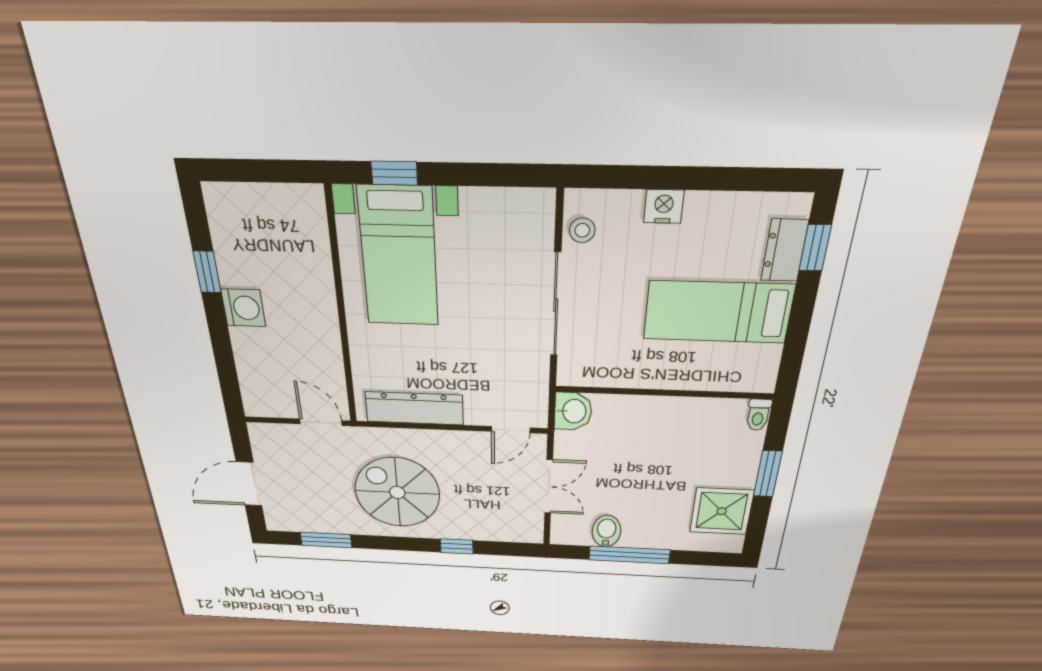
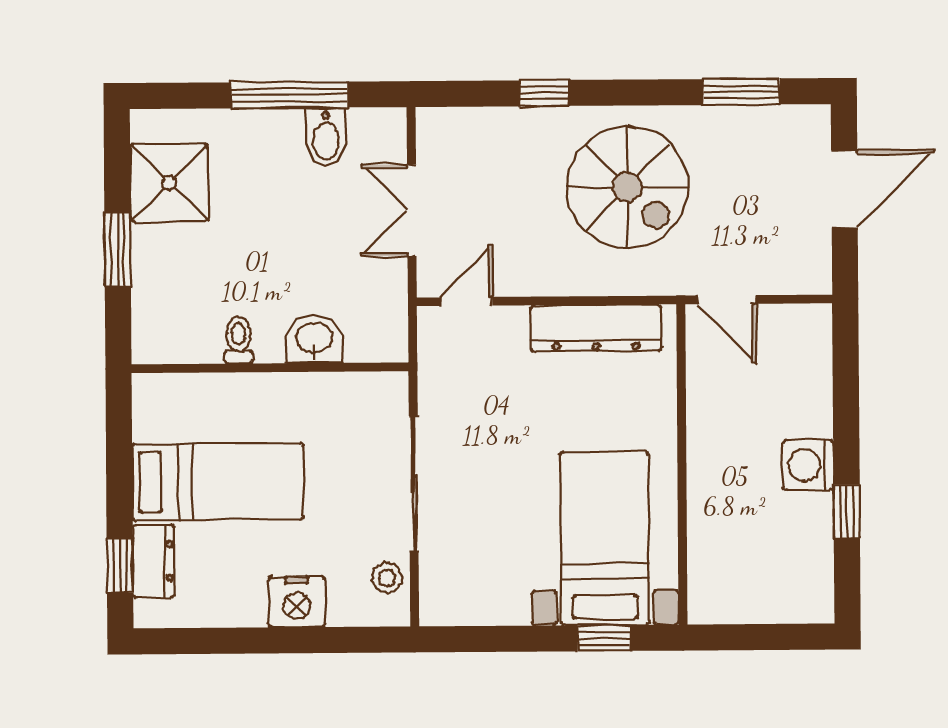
nightstand: (664, 207) -> (297, 602), width x1.36, depth x1.33
washbasin: (573, 411) -> (314, 339), moved, turned 90
toilet: (758, 415) -> (239, 340), moved

